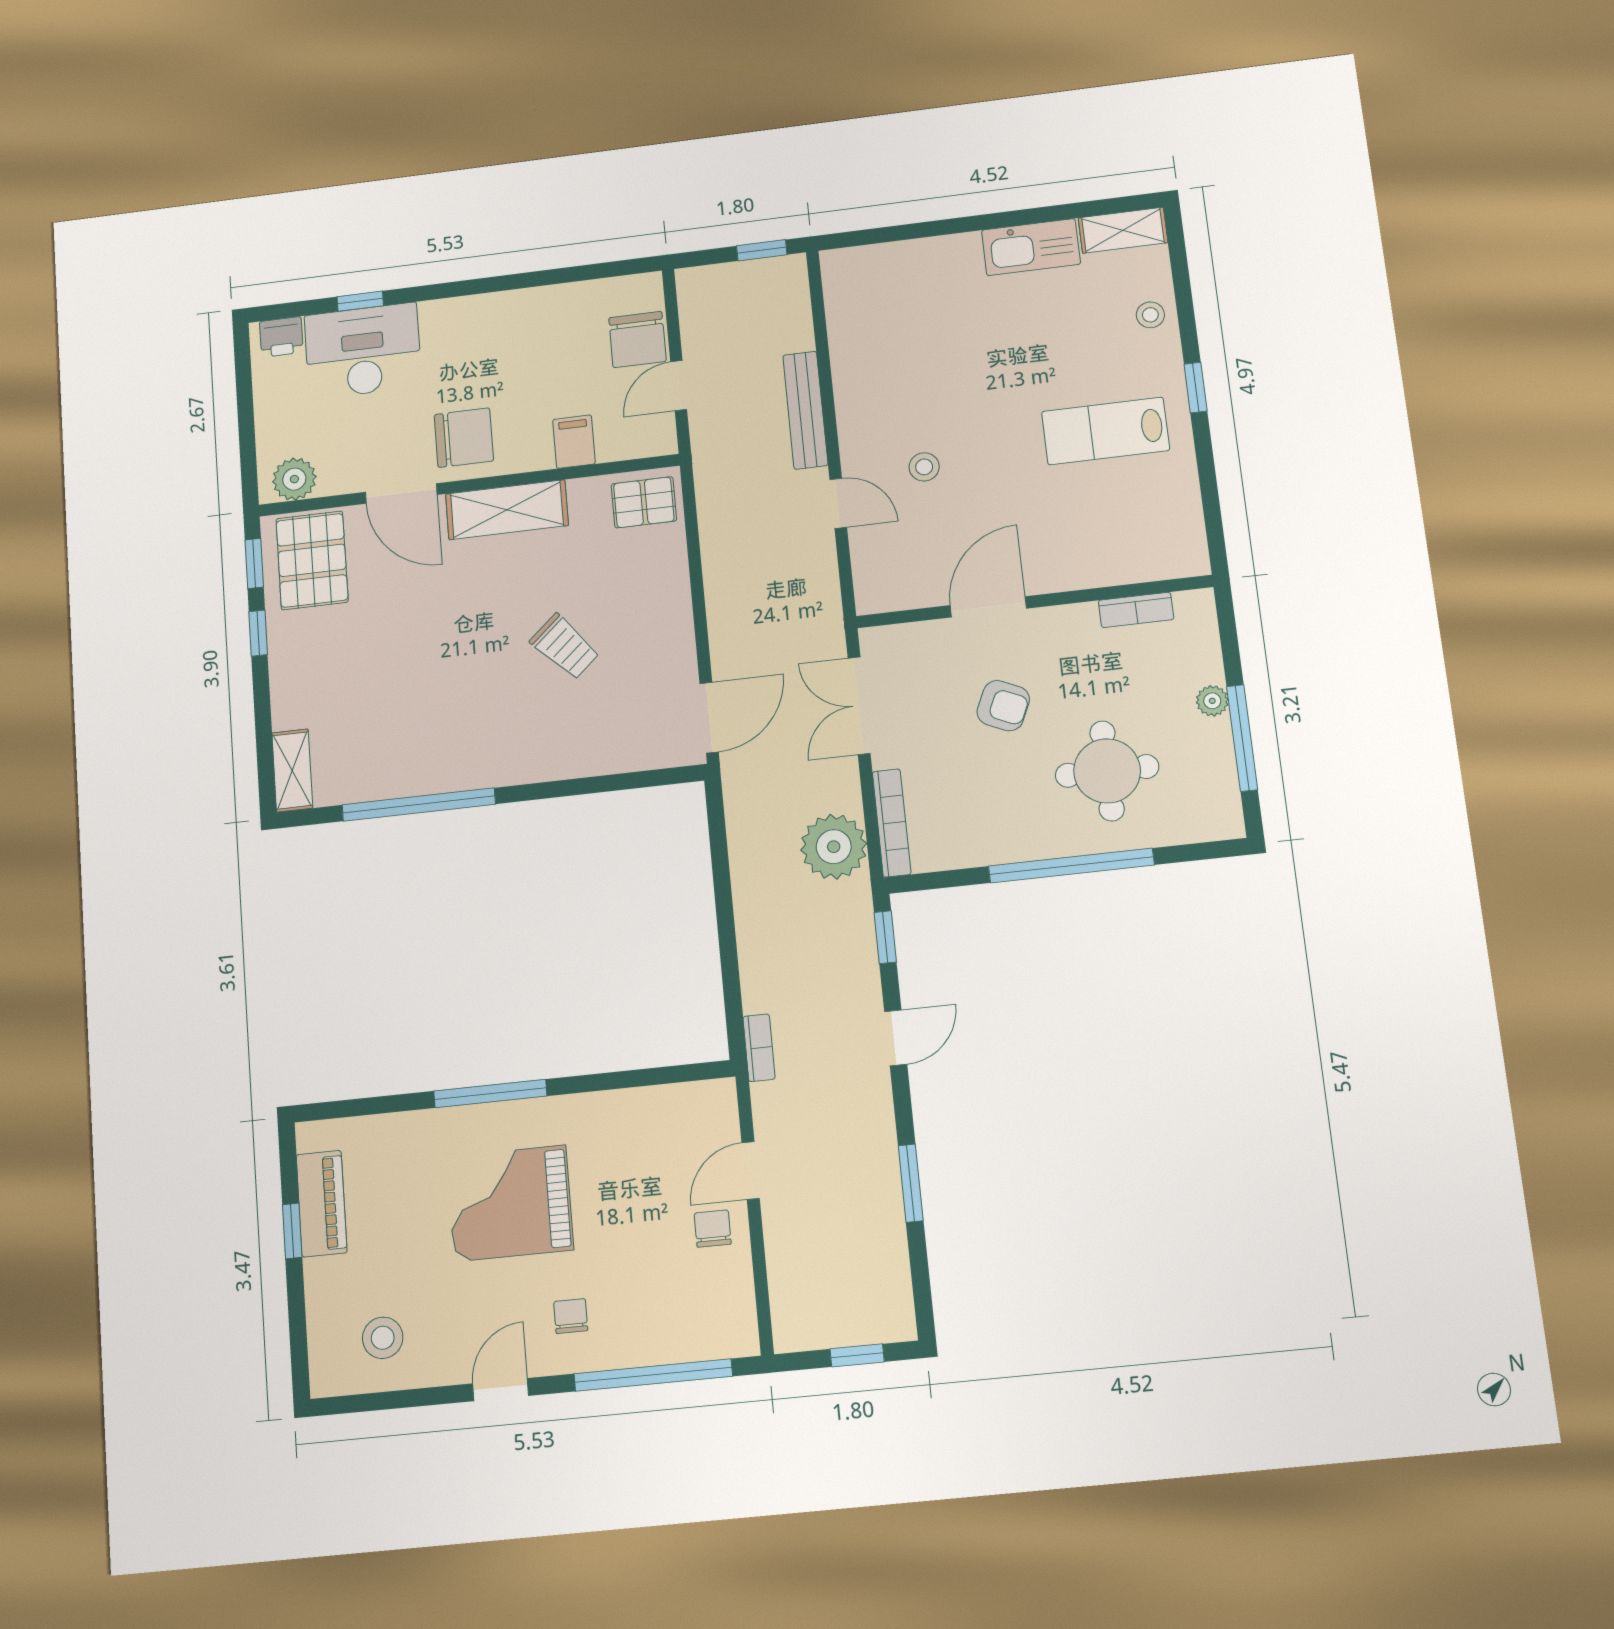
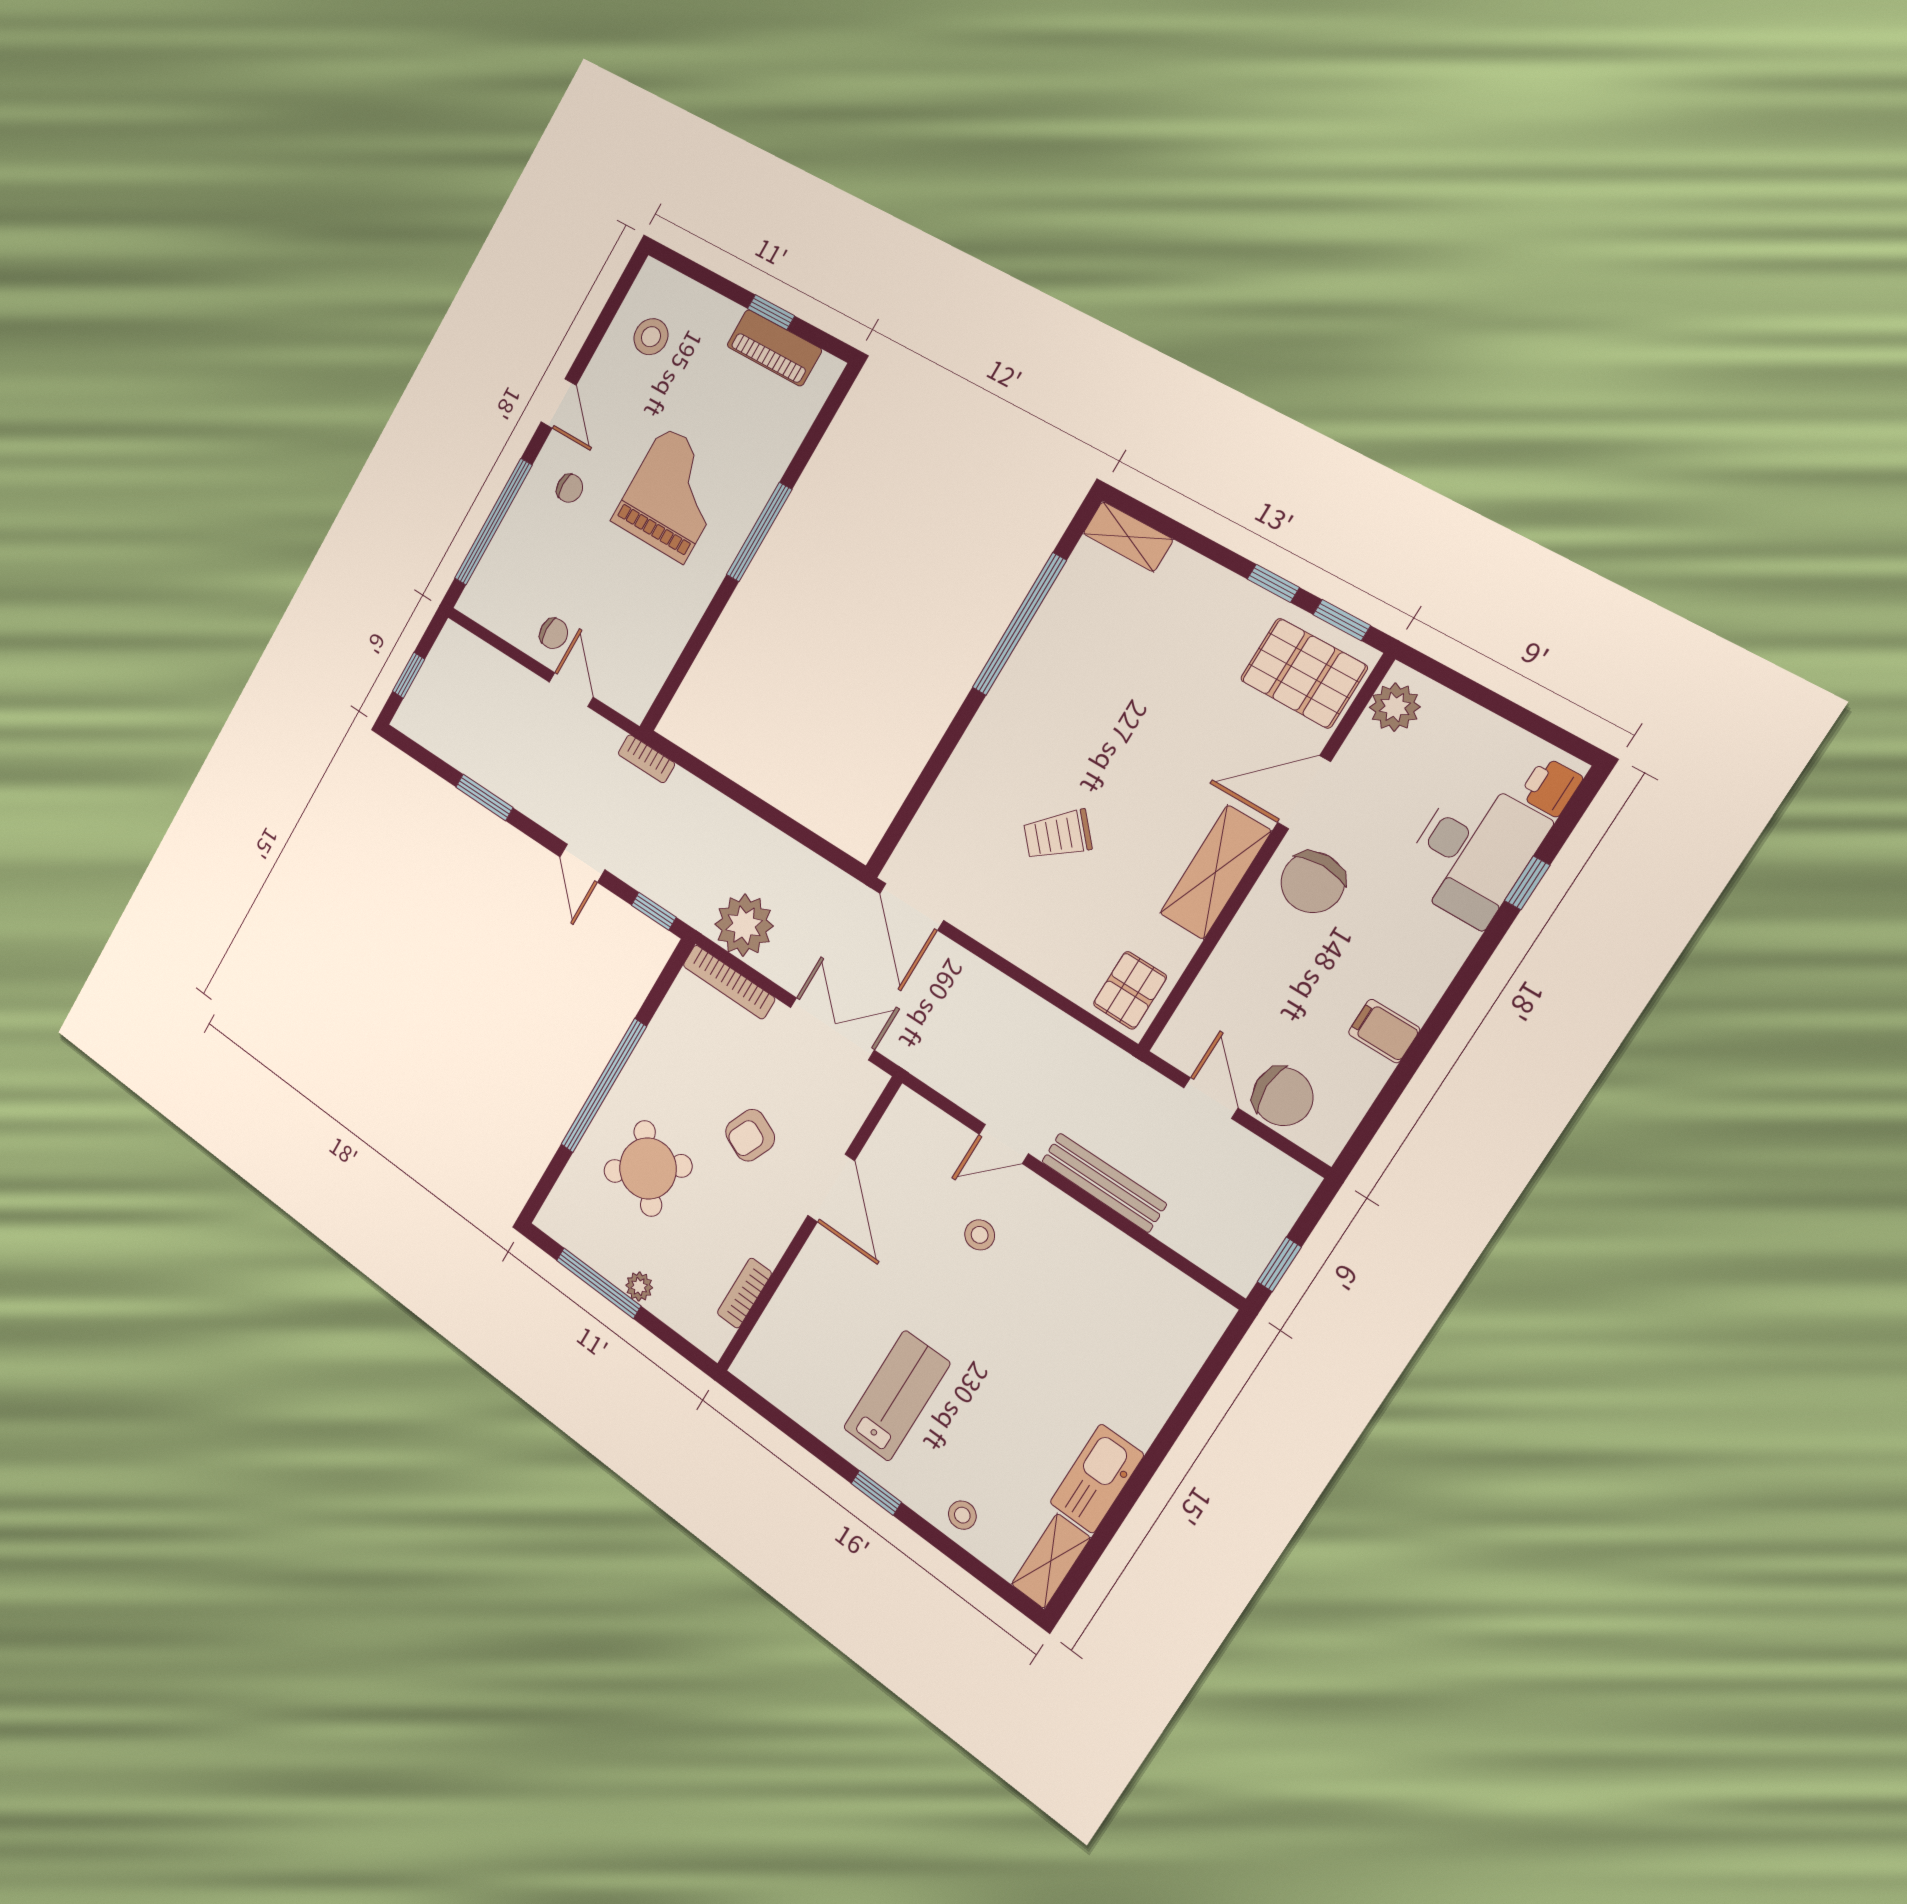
chair: (637, 339) -> (1283, 1096), turned 180
filing cabinet: (574, 442) -> (1384, 1031), moved, turned 180
round table: (1107, 771) -> (648, 1168), turned -38

